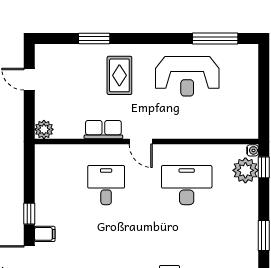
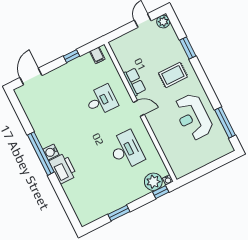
plant: (44, 129) -> (163, 22), moved
door: (141, 141) -> (139, 108), swing flipped
window: (29, 214) -> (72, 56), moved
filing cabinet: (45, 234) -> (97, 55), moved

